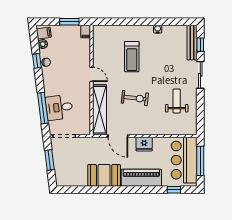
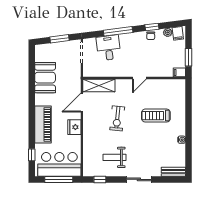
bench: (192, 43) -> (173, 172), width x0.73
window: (200, 45) -> (100, 179), moved
weight bench: (177, 101) -> (115, 157), turned 180
window: (43, 108) -> (118, 31), moved
shelving: (100, 110) -> (99, 85), width x0.68
booth: (104, 175) -> (45, 78), moved

